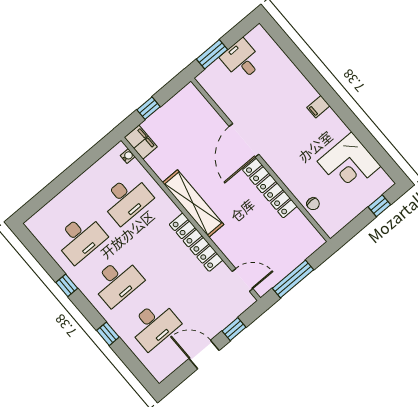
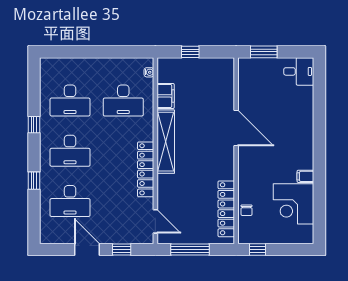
desk: (242, 60) -> (299, 71), moved, turned 90
filing cabinet: (318, 107) -> (305, 176), moved
door: (244, 140) -> (236, 128), swing flipped
filing cabinet: (141, 142) -> (166, 96), moved
locker: (270, 188) -> (226, 209), moved
window: (379, 206) -> (258, 250), moved

